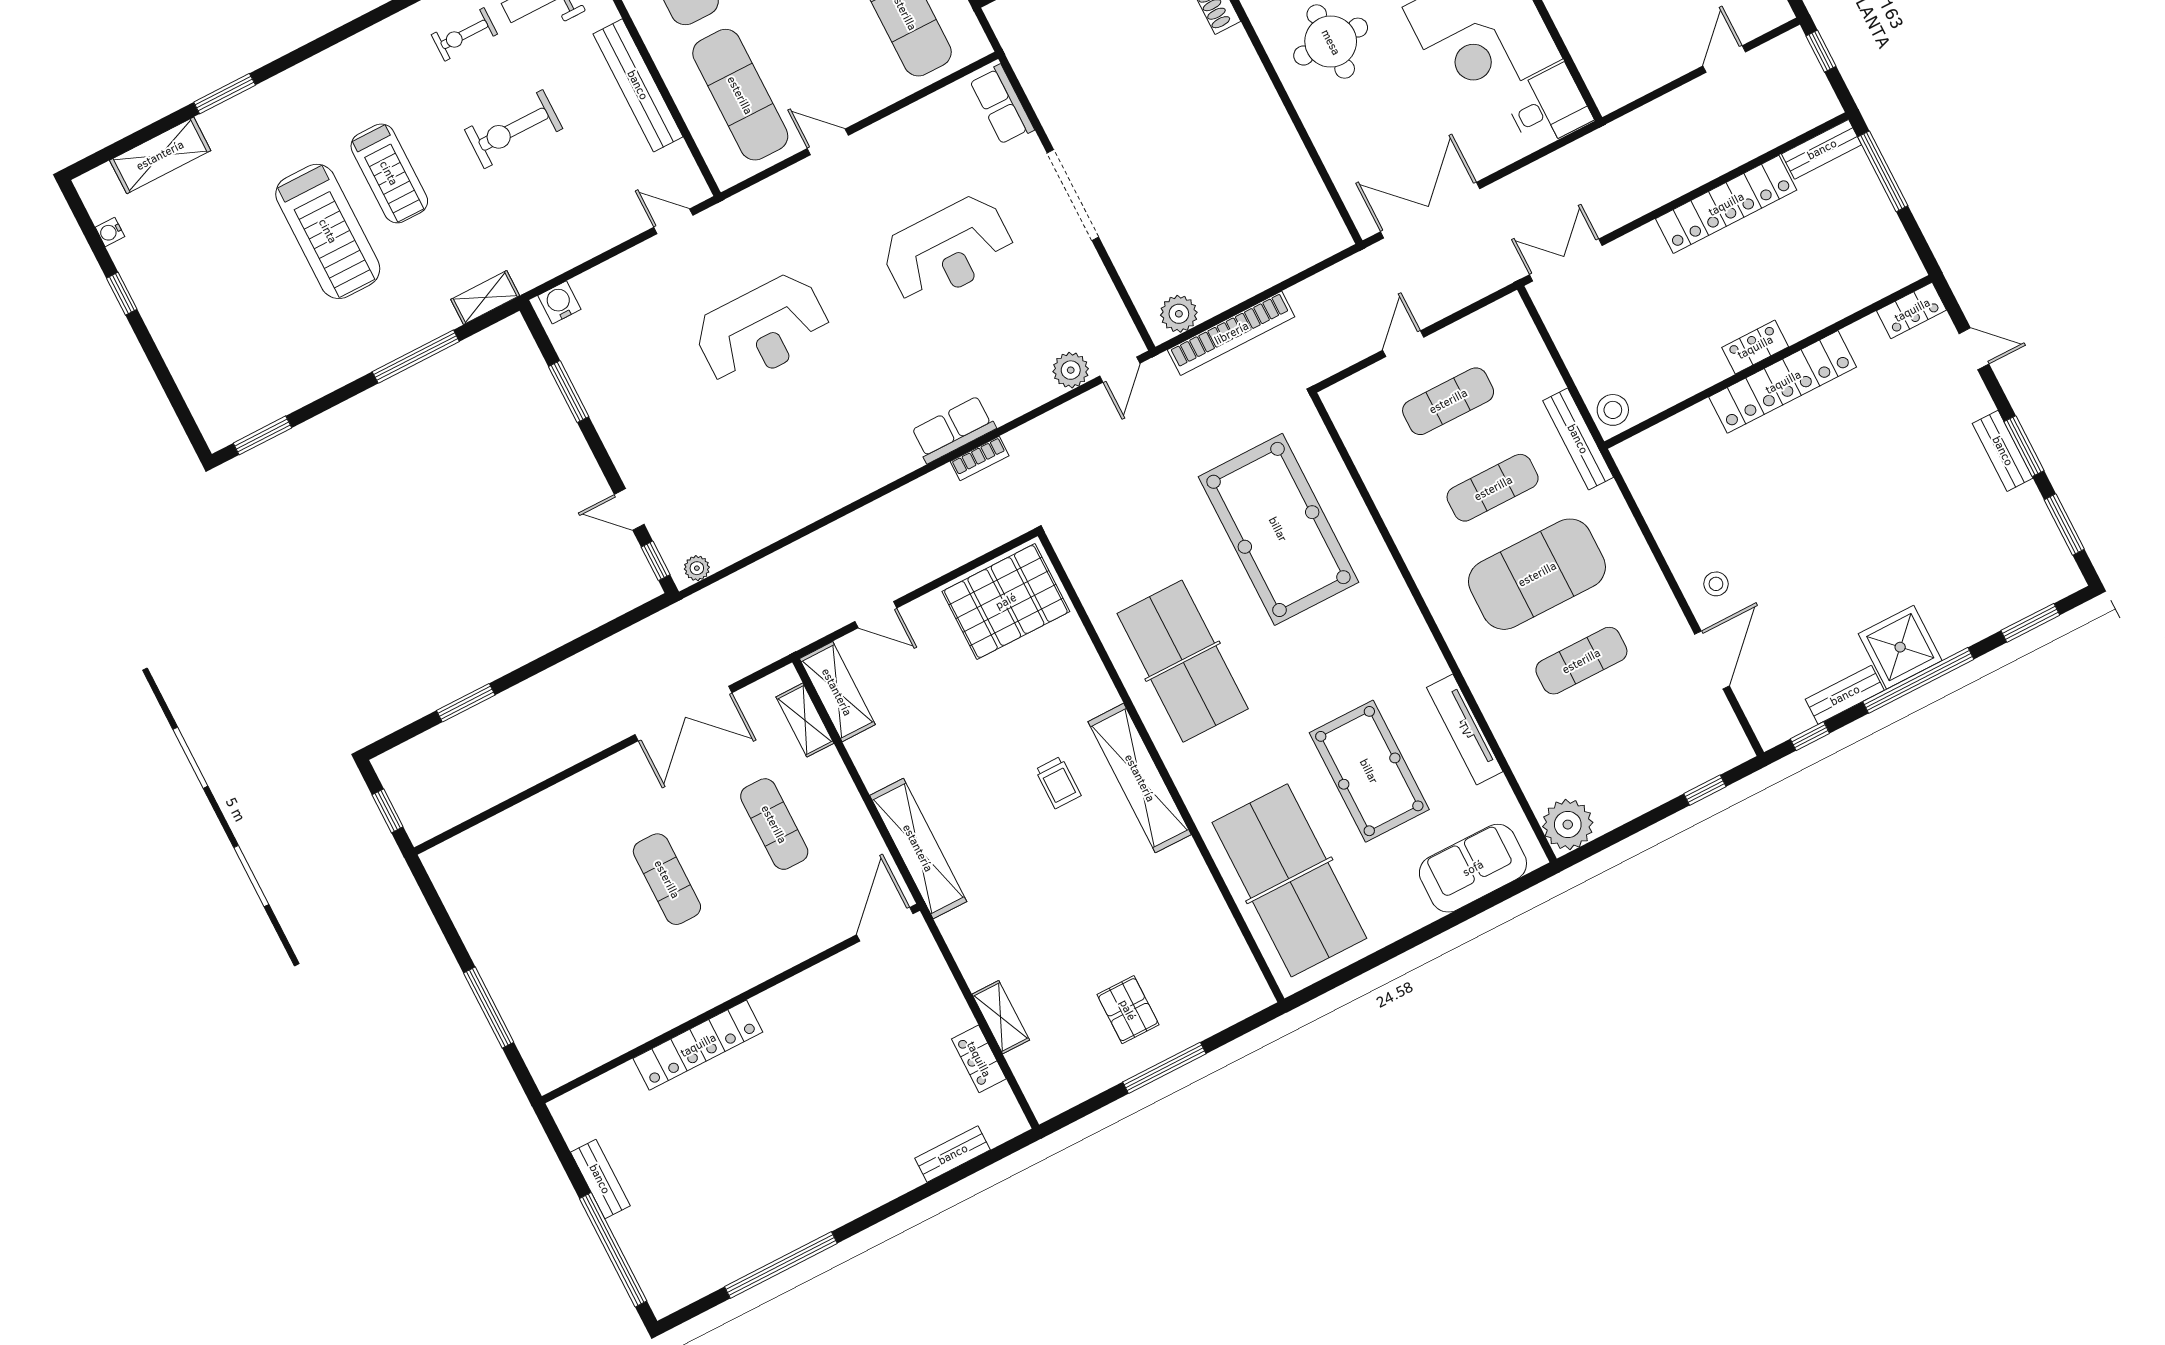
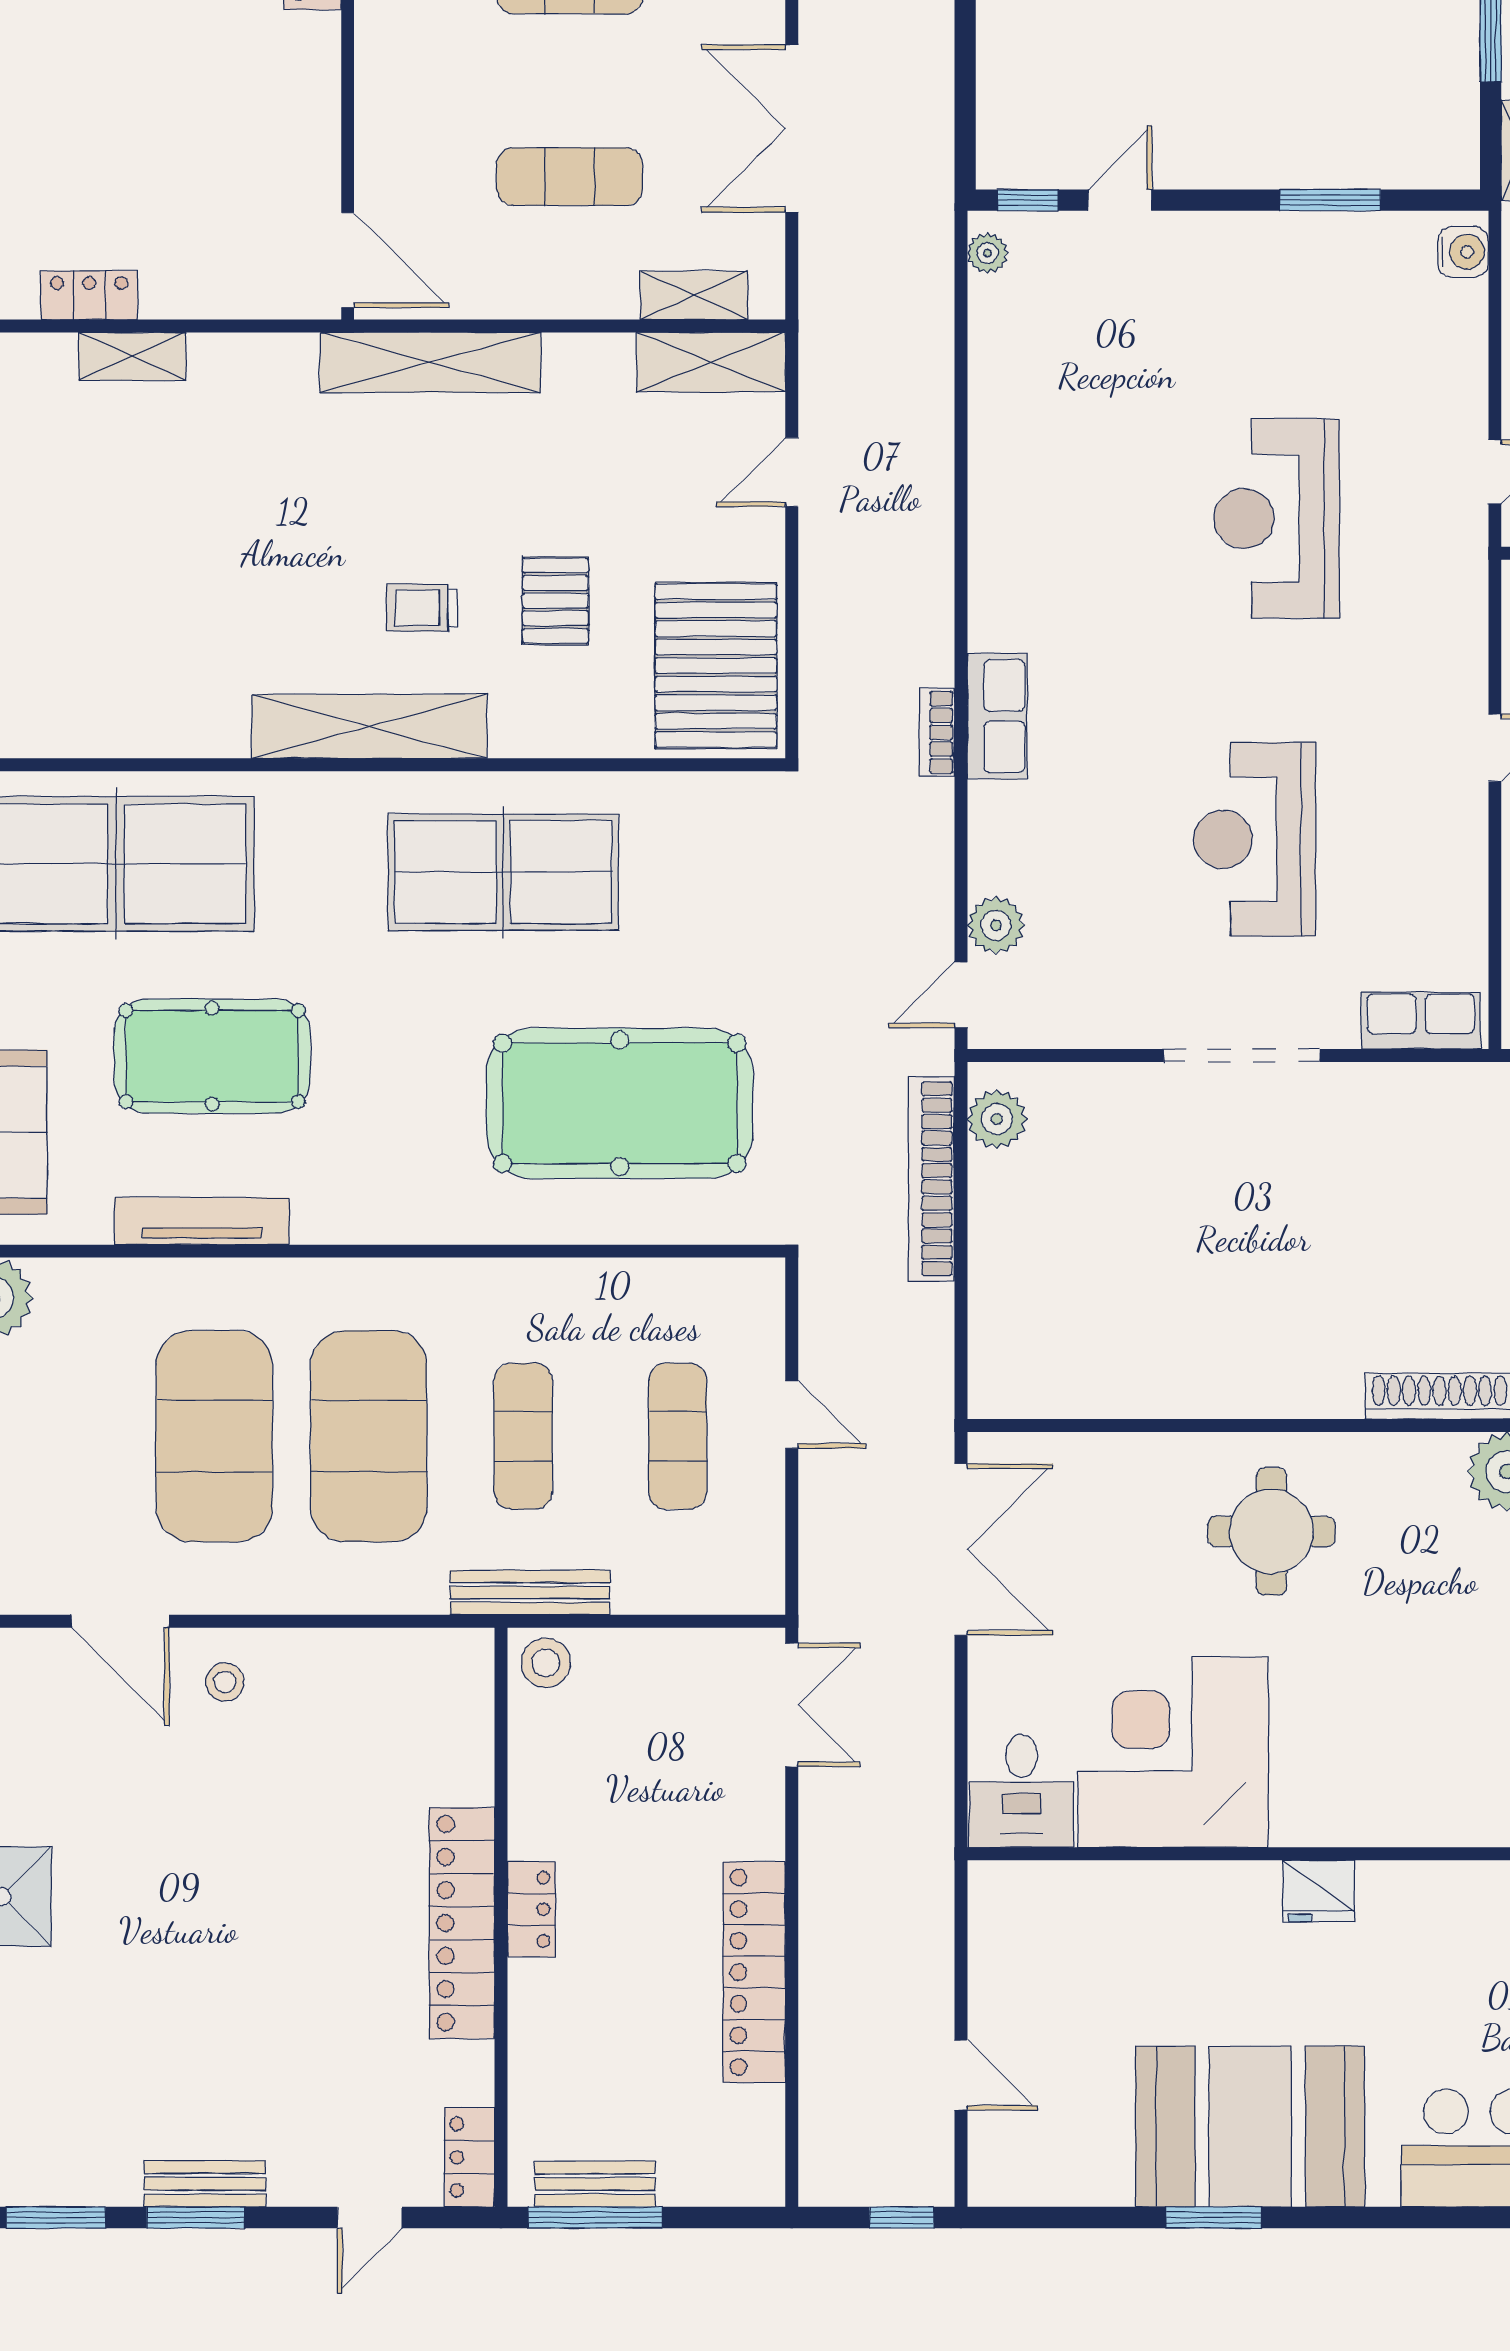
bench: (1822, 149) -> (595, 2184), moved, turned 90
window: (1883, 171) -> (595, 2218), moved
door: (1120, 370) -> (961, 995), hinge flipped
exercise mat: (1581, 661) -> (214, 1436), width x2.00, depth x1.45
pallet: (1128, 1010) -> (555, 601), moved, turned 90

